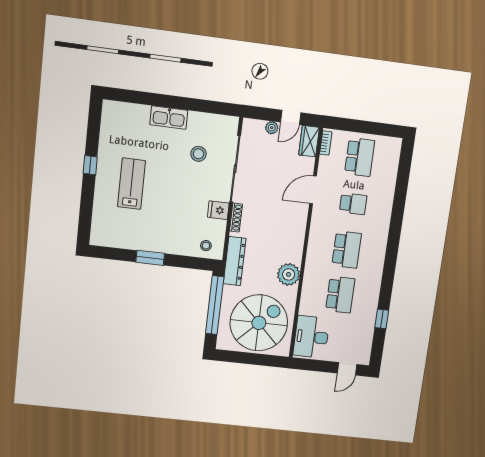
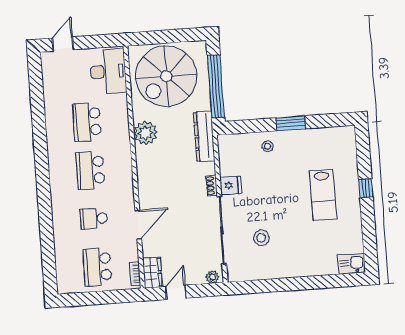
kitchen sink: (169, 118) -> (352, 264), moved, width x0.73
plant: (272, 128) -> (212, 277), moved
window: (90, 165) -> (366, 188), moved
shoe rack: (236, 218) -> (212, 186), width x0.70
stool: (206, 246) -> (267, 146), moved
window: (382, 319) -> (37, 104), removed

